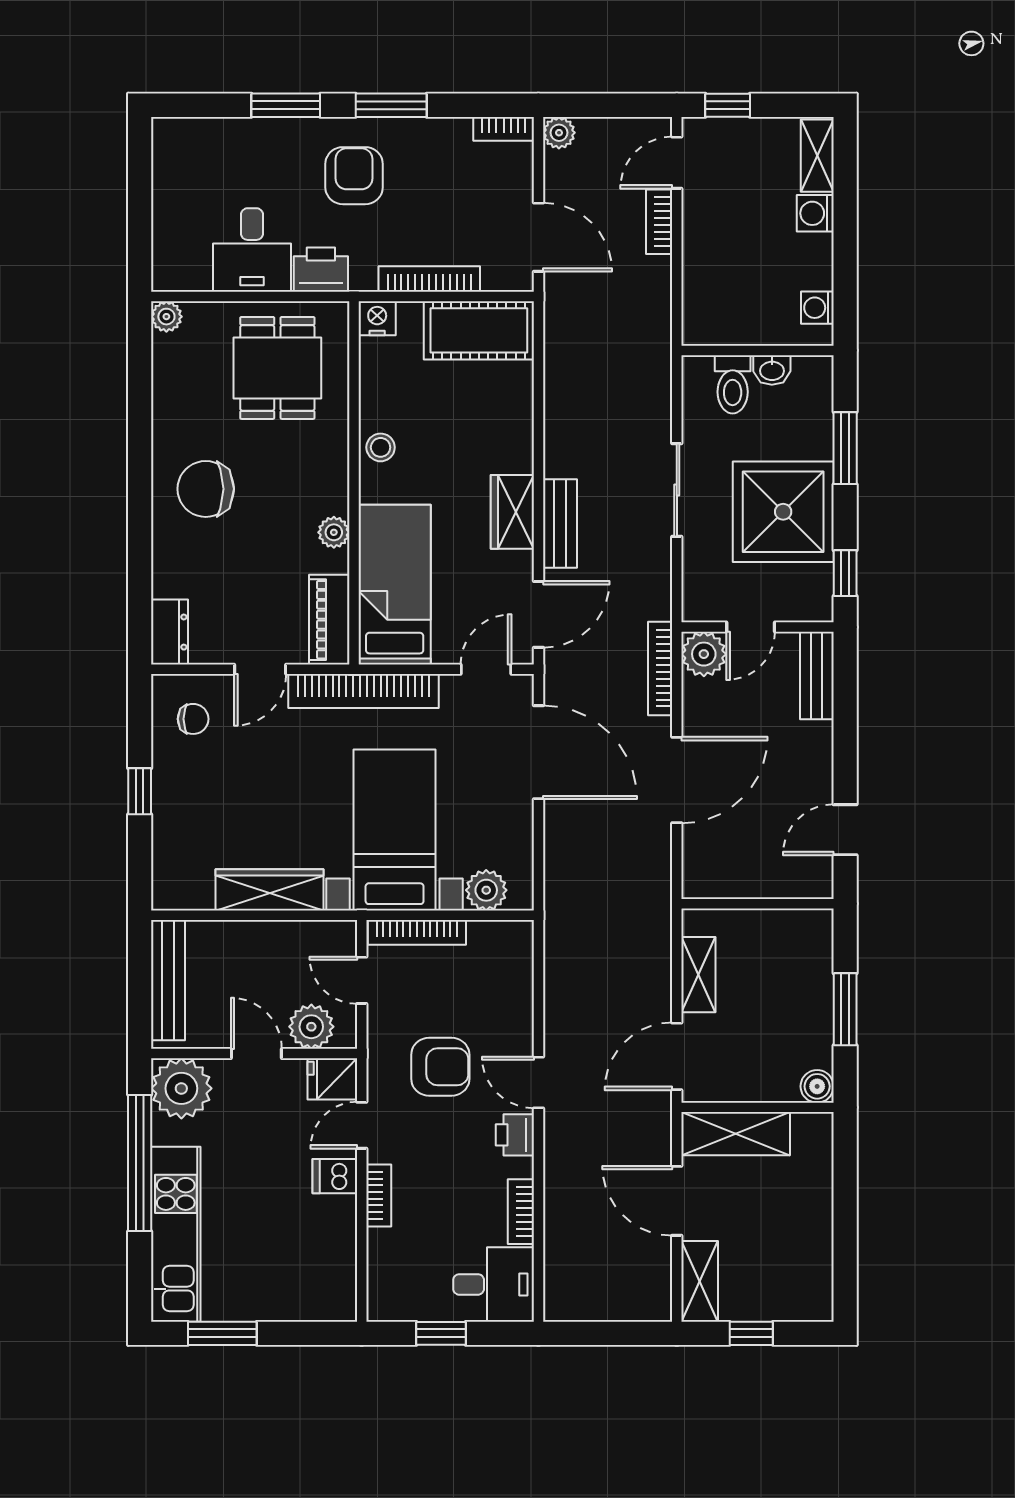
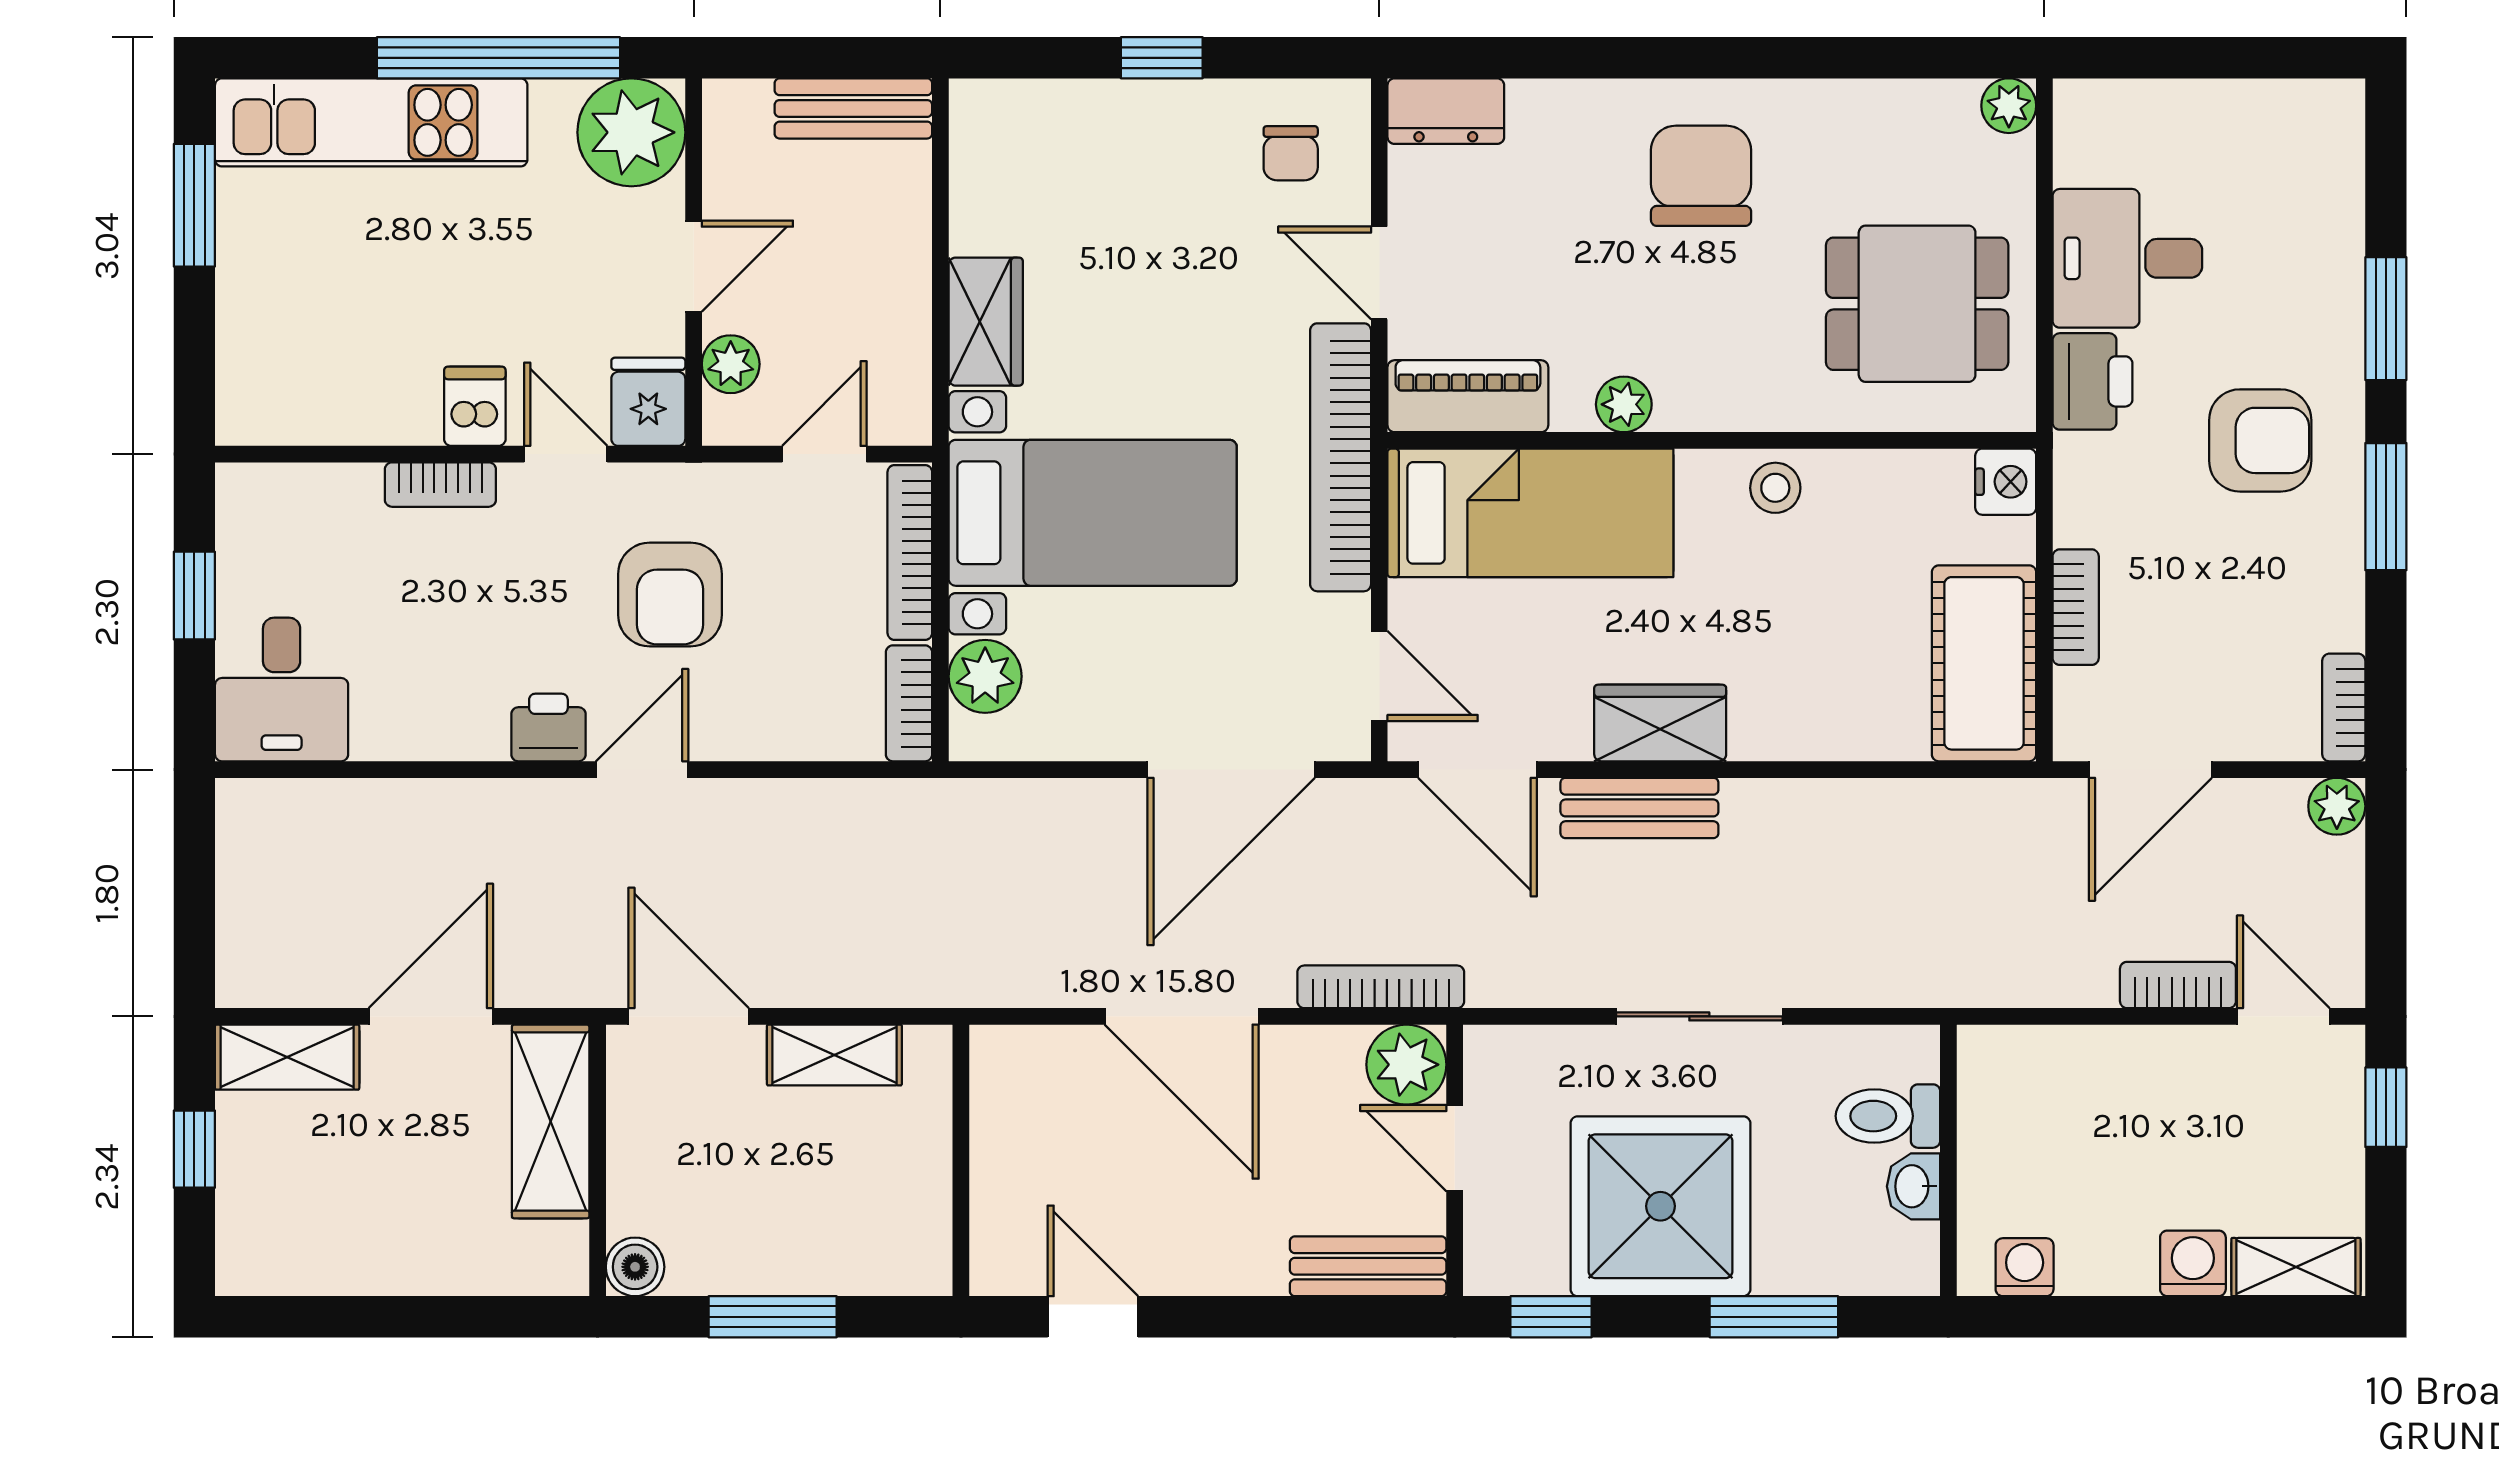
bookcase: (429, 279) -> (2076, 607), width x0.64
wardrobe: (269, 890) -> (986, 322), width x0.67
bench: (168, 980) -> (853, 108), width x0.73
plant: (311, 1027) -> (731, 364), width x0.73, depth x0.73
bookcase: (521, 1212) -> (909, 703), moved, turned -90

